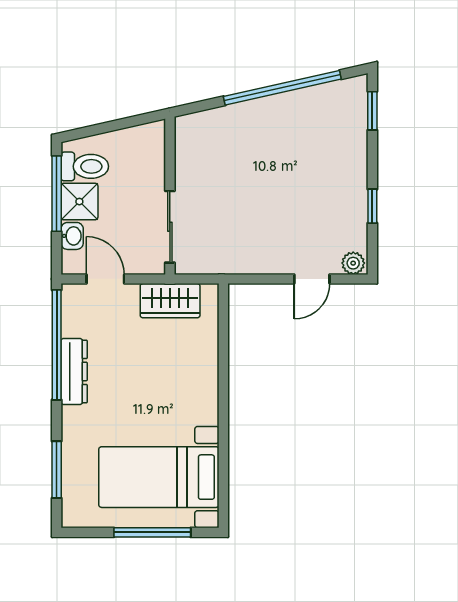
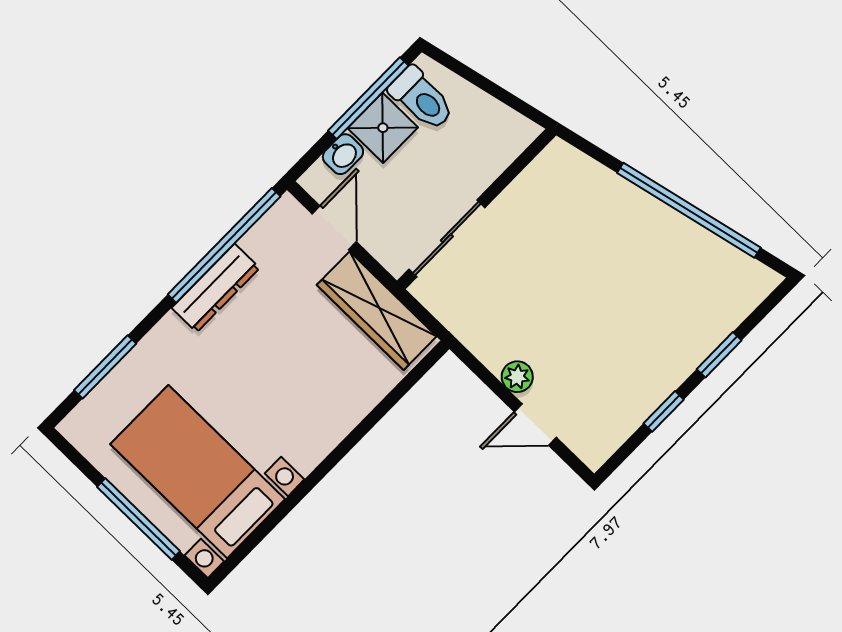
window: (372, 111) -> (719, 355), moved
plant: (353, 263) -> (517, 377), moved
wardrobe: (170, 301) -> (377, 311), width x1.50

